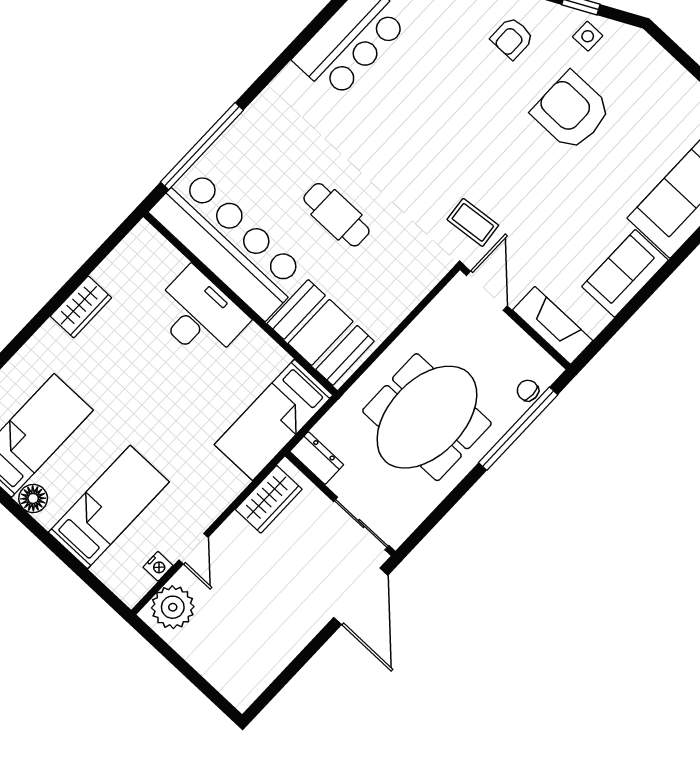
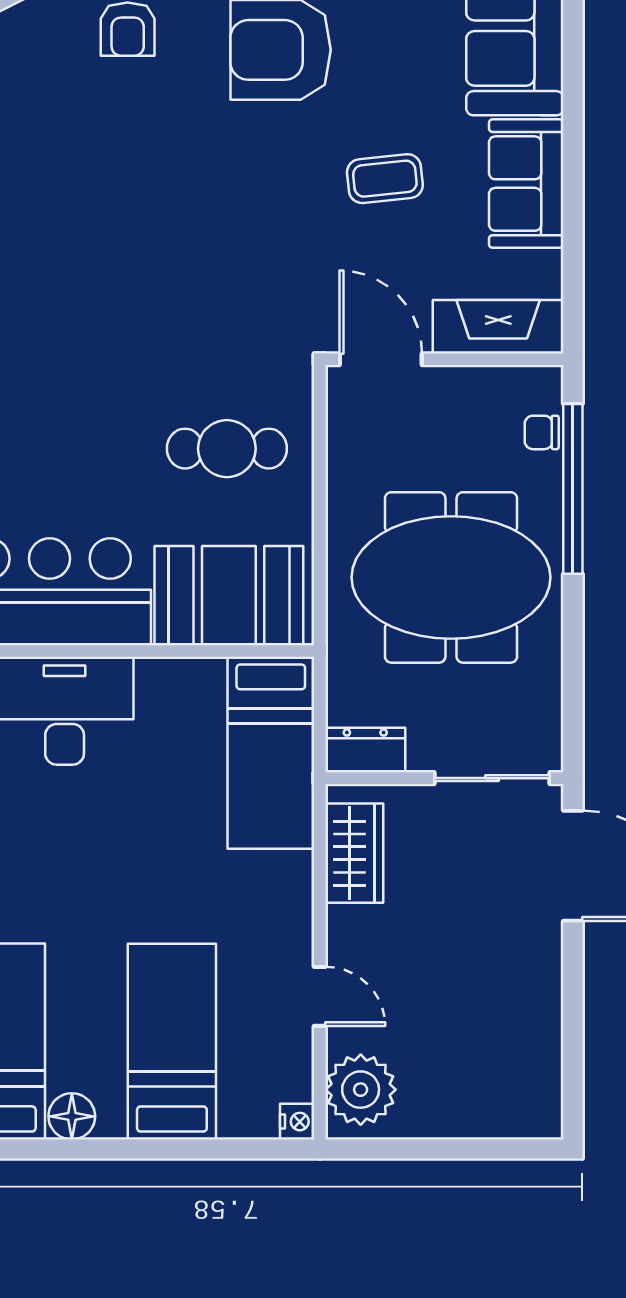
cafe table: (336, 215) -> (227, 449), moved
coffee table: (473, 222) -> (385, 179), moved
meeting table: (427, 417) -> (451, 577), turned 90
nightstand: (158, 566) -> (297, 1122), moved

